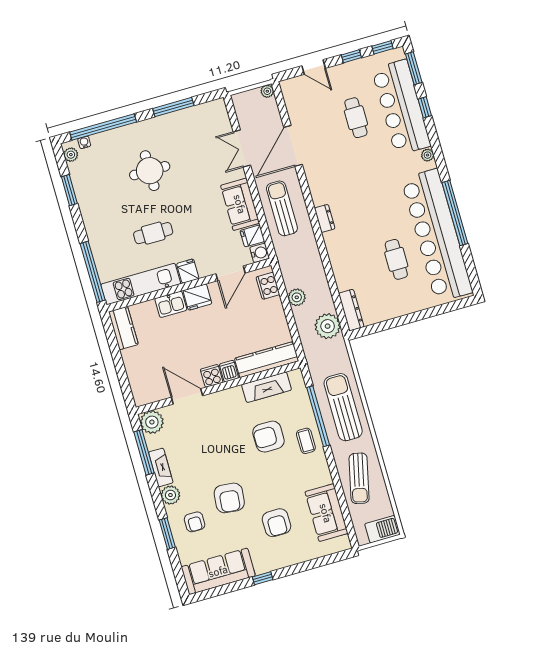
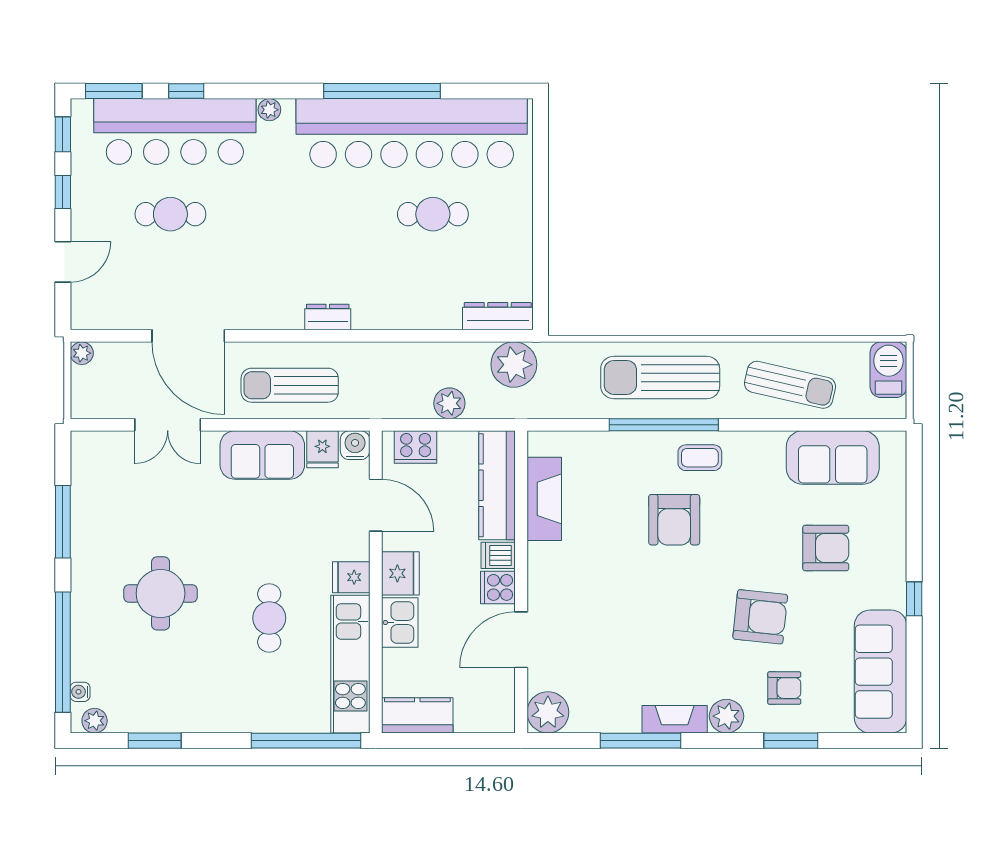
kitchen counter: (267, 360) -> (497, 485), moved
dishwasher: (229, 371) -> (498, 555), moved
cooker: (212, 376) -> (498, 587), moved
fireplace: (267, 387) -> (544, 499), moved
wall: (218, 388) -> (521, 582), moved
door: (187, 396) -> (521, 640), moved
plant: (152, 422) -> (548, 712), moved

